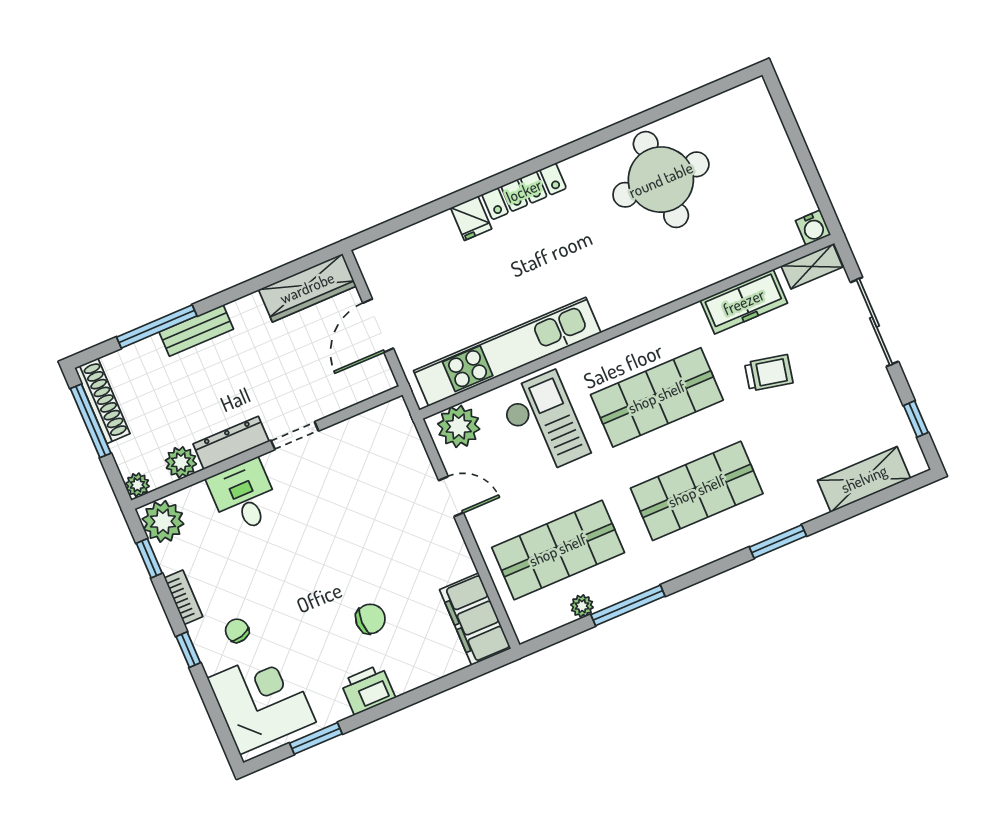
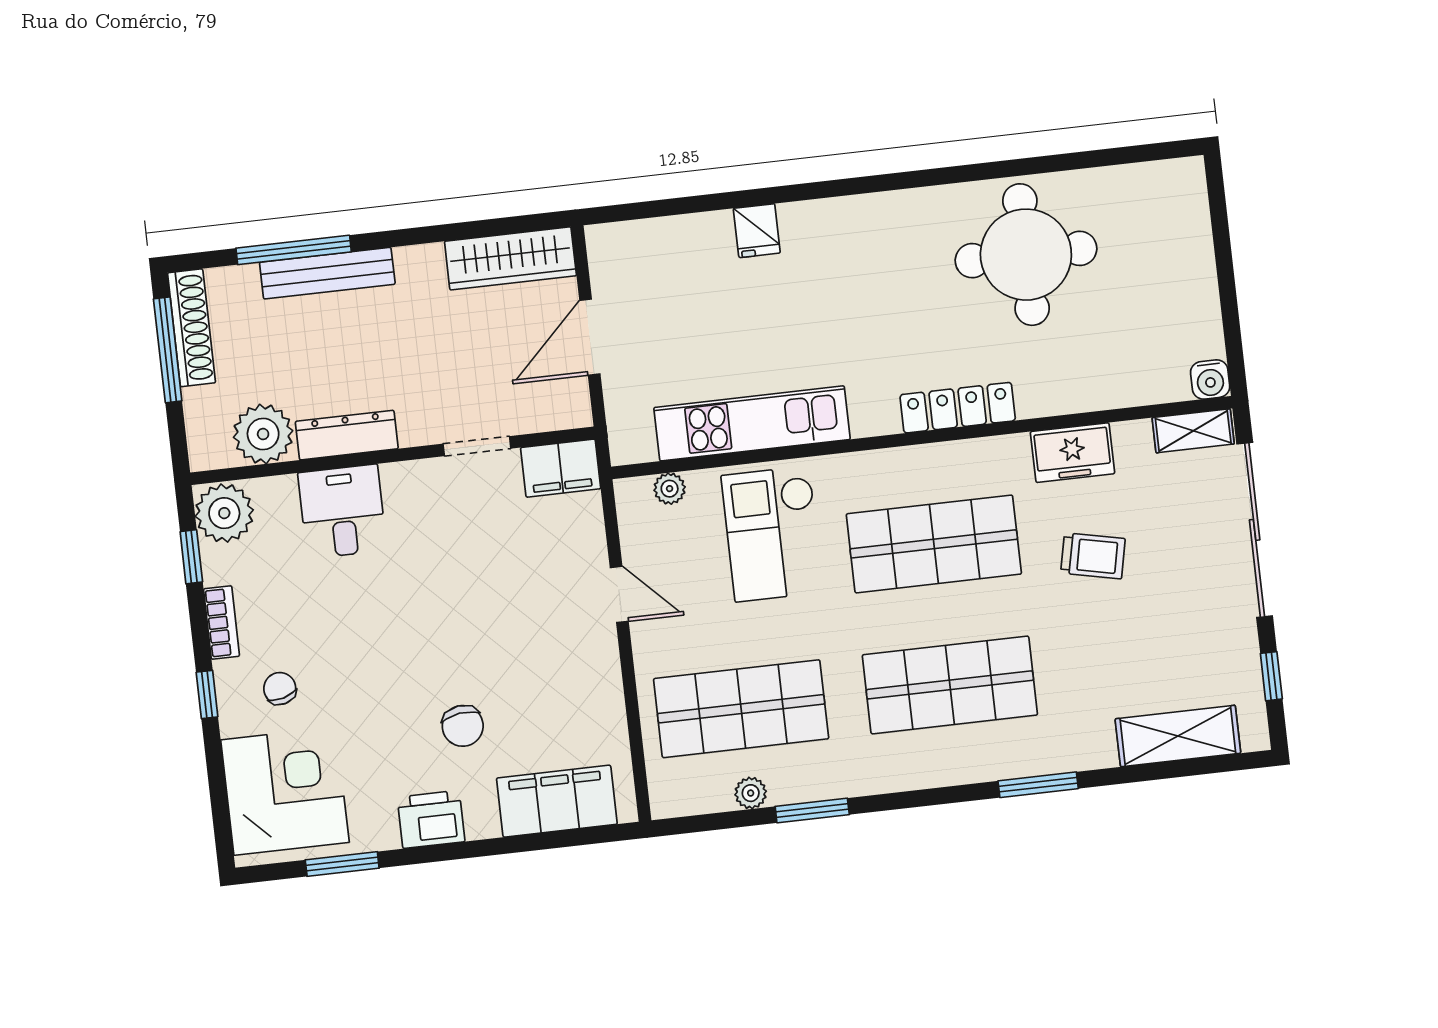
locker: (524, 191) -> (958, 408), moved, turned 180
freezer: (744, 302) -> (1072, 453), width x0.71
sliding door: (874, 322) -> (1255, 530), width x1.36
bench: (196, 331) -> (327, 273), width x1.36
kitchen unit: (507, 352) -> (752, 423), width x0.73
filing cabinet: (385, 422) -> (561, 468), added
checkout: (544, 423) -> (773, 534), turned 180
plant: (459, 426) -> (670, 489), width x0.53, depth x0.53
doorway: (295, 436) -> (477, 446), moved
plant: (181, 462) -> (263, 434), width x1.36, depth x1.36
plant: (137, 485) -> (205, 454), removed
window: (628, 605) -> (812, 810), width x0.69
chair: (370, 619) -> (463, 726), turned 82
filing cabinet: (475, 619) -> (557, 801), moved, turned 90

